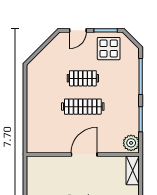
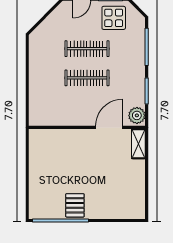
clothes rail: (83, 78) -> (87, 49), width x1.36
door: (84, 154) -> (109, 127), moved

